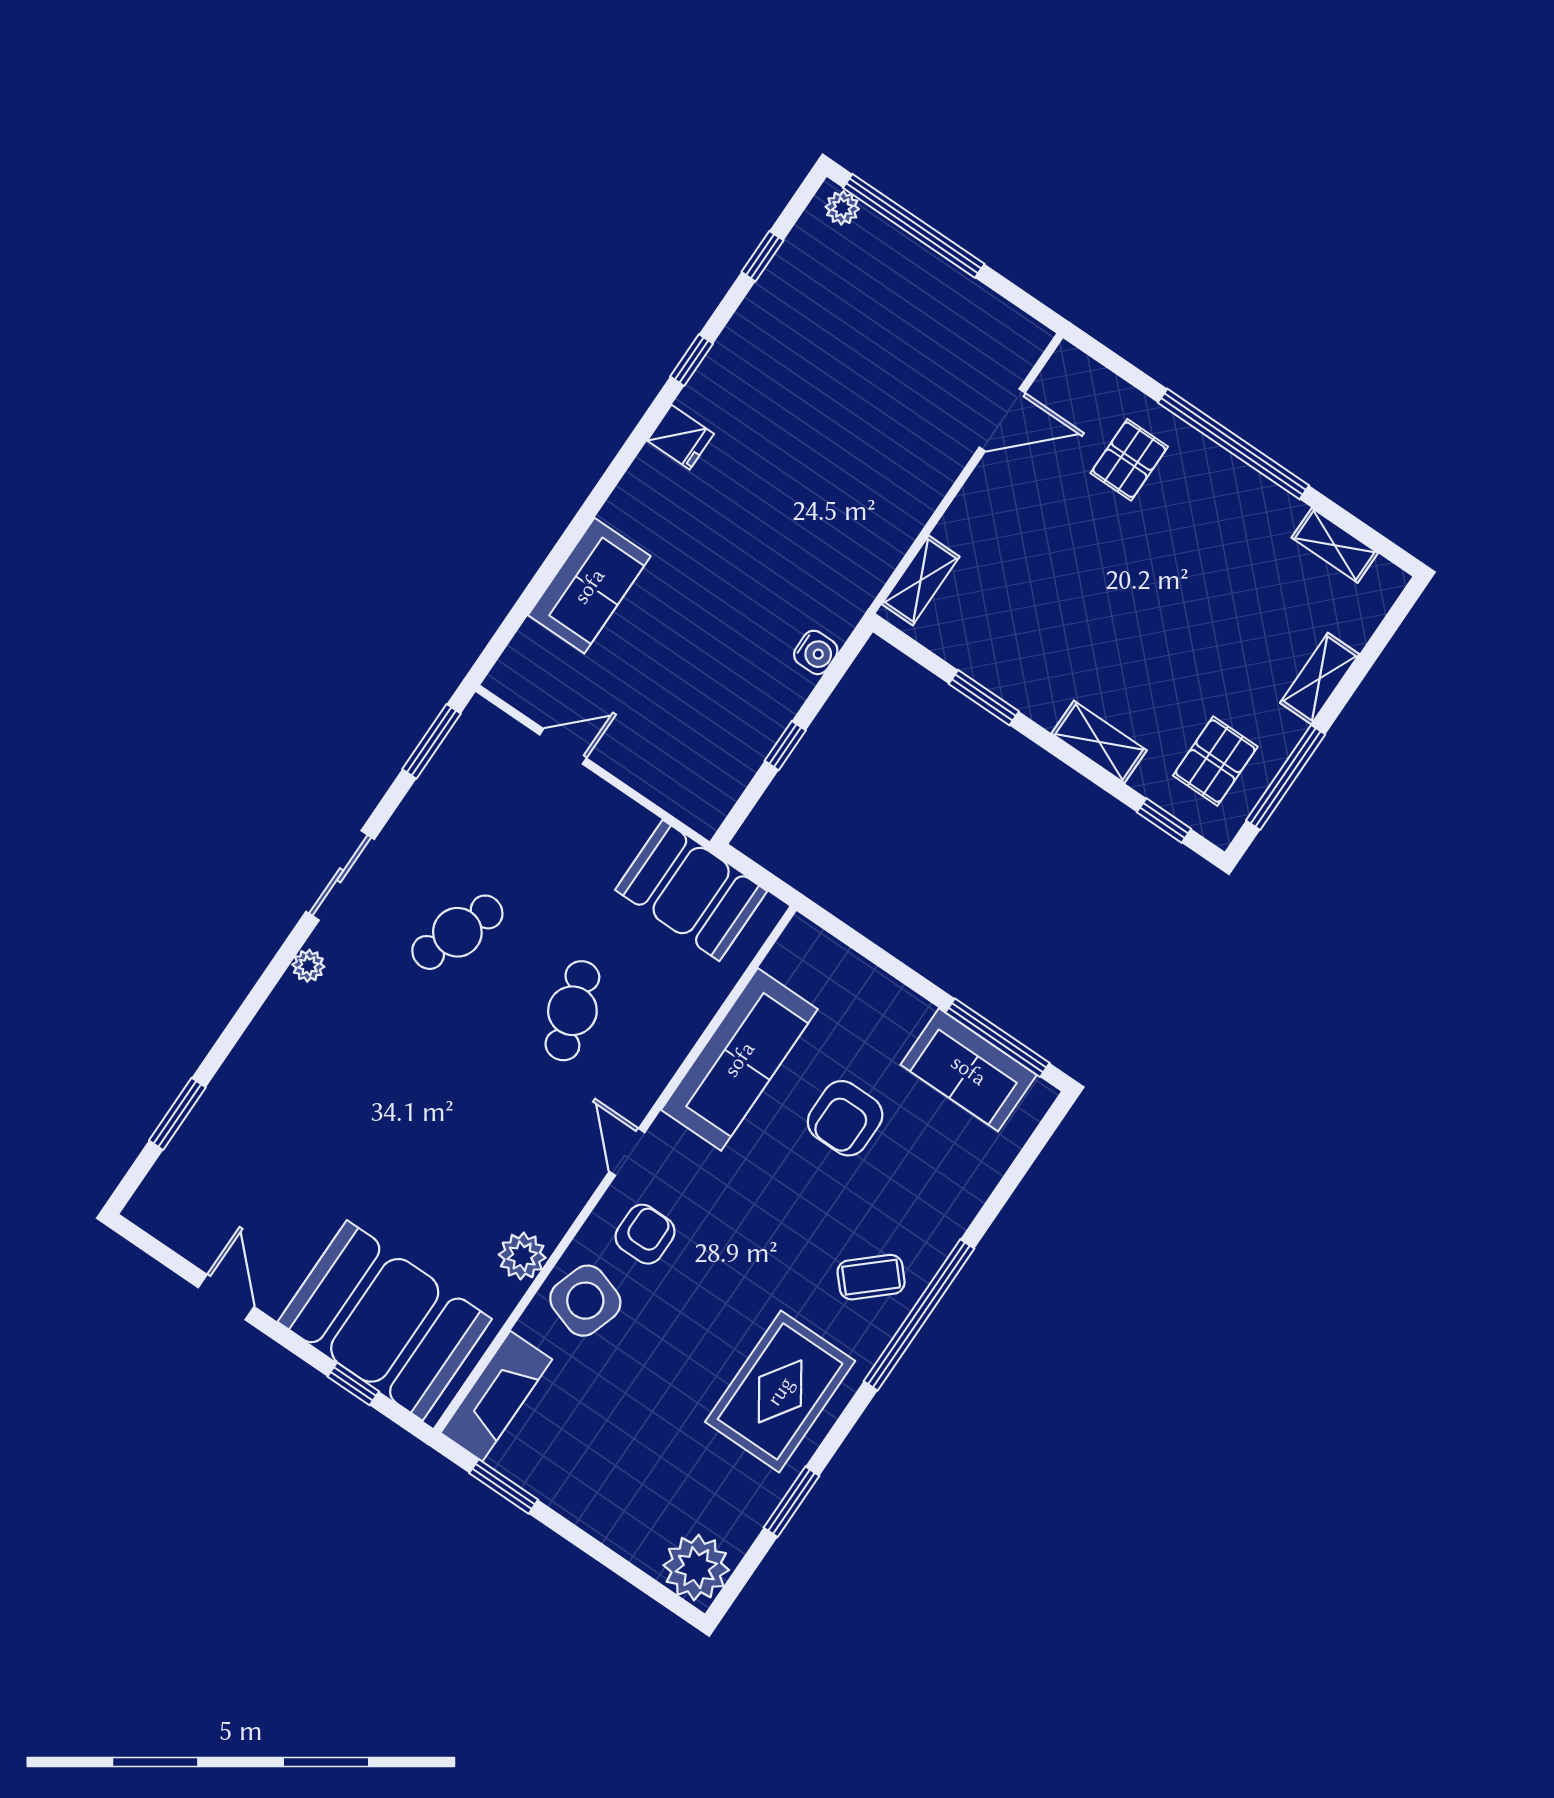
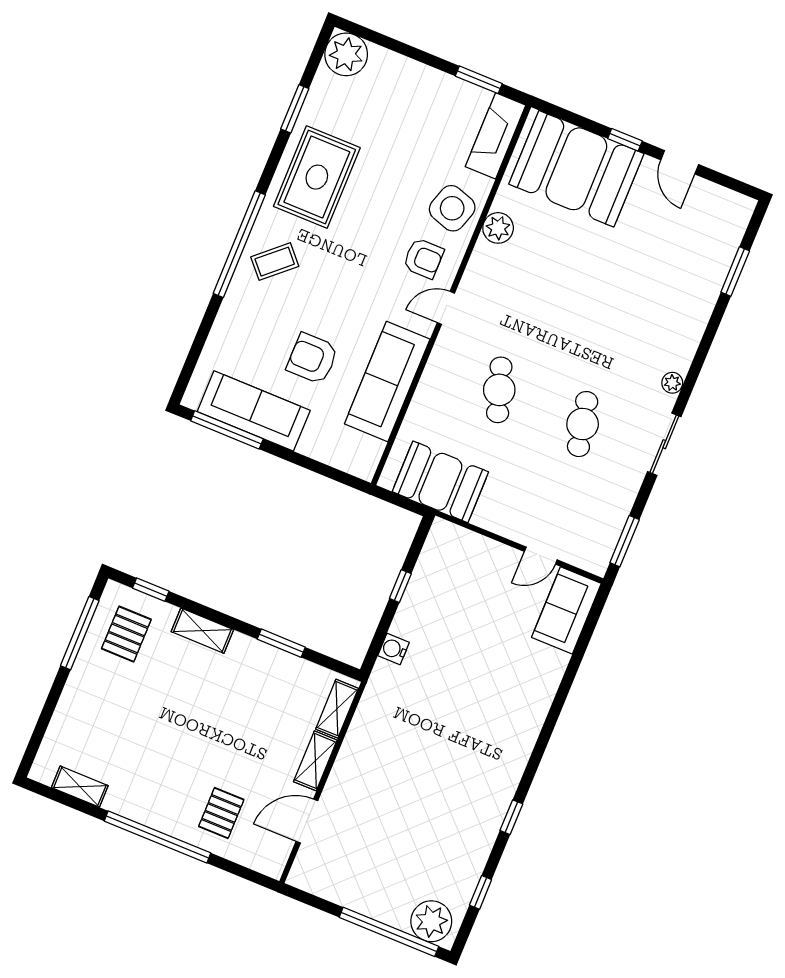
plant: (842, 208) -> (431, 921), width x1.88, depth x1.88
fridge: (681, 437) -> (508, 767), removed
sofa: (589, 586) -> (566, 610), moved
shelving: (1320, 678) -> (315, 761), moved
cafe table: (457, 932) -> (583, 424), turned -33
sofa: (969, 1070) -> (254, 411), width x1.36
armchair: (845, 1118) -> (312, 358), turned -90
door: (627, 1152) -> (446, 308), swing flipped
armchair: (645, 1234) -> (423, 258), turned -90
window: (353, 1384) -> (625, 140), moved

